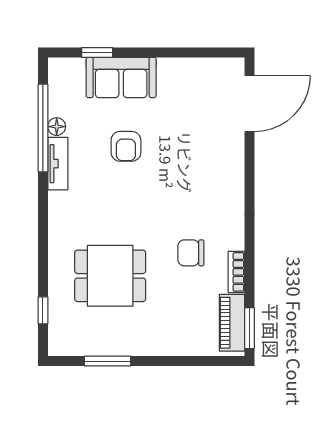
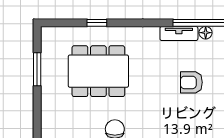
dining table: (110, 276) -> (98, 71), width x1.38
window: (43, 310) -> (97, 23), moved

